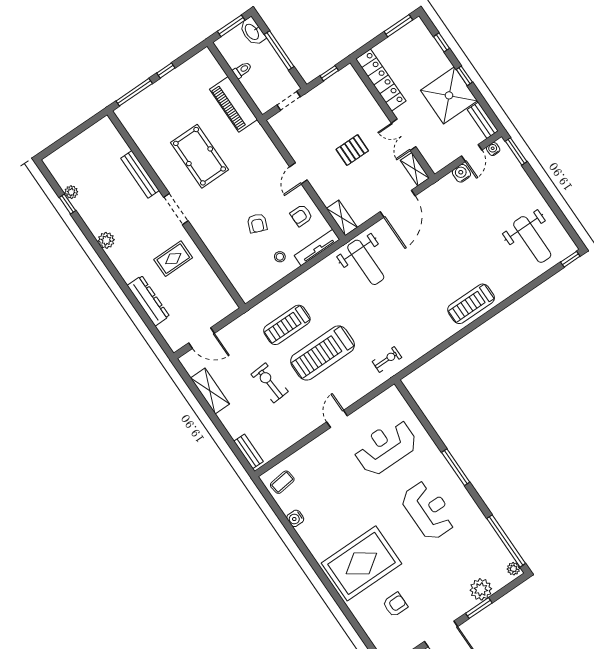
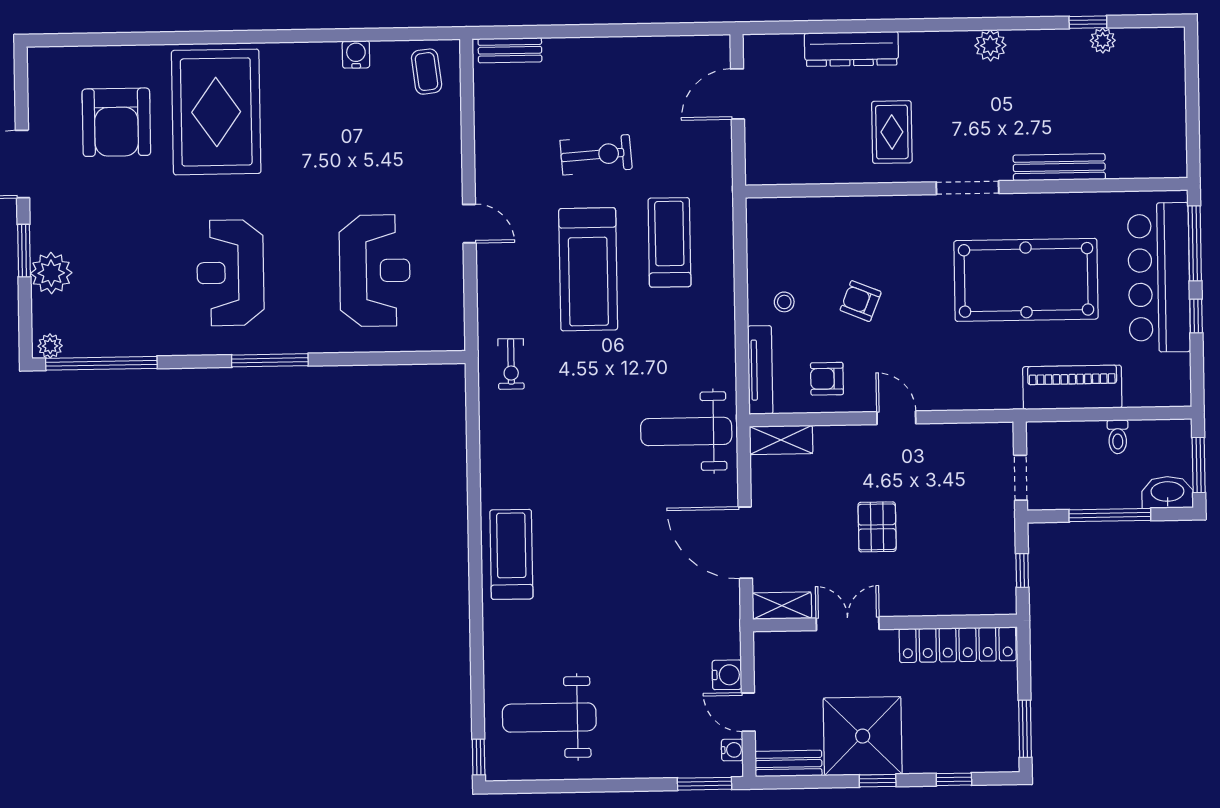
bar counter: (160, 98) -> (1159, 277), added
pool table: (200, 156) -> (1026, 280), width x1.36, depth x1.32
armchair: (301, 215) -> (827, 379), turned -90
treadmill: (323, 353) -> (588, 269), turned 180
shelving: (210, 391) -> (645, 52), removed
reception desk: (428, 510) -> (230, 273), turned 90
armchair: (395, 605) -> (116, 122), width x1.88, depth x1.88

